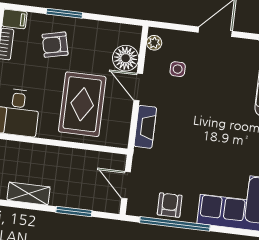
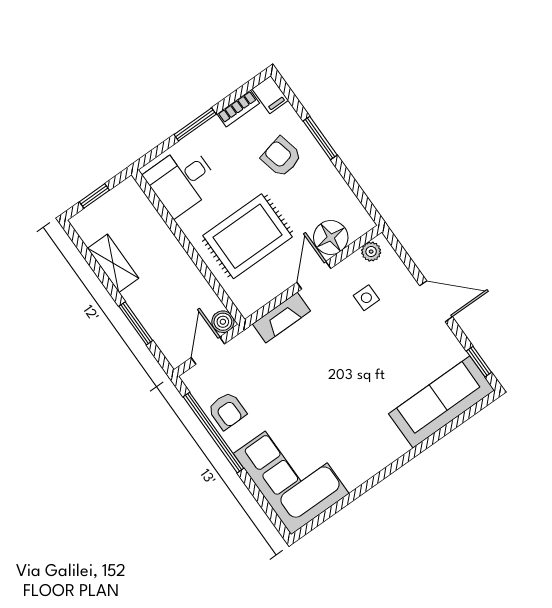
boiler: (118, 162) -> (223, 322), added
armchair: (170, 205) -> (227, 411), turned 90

